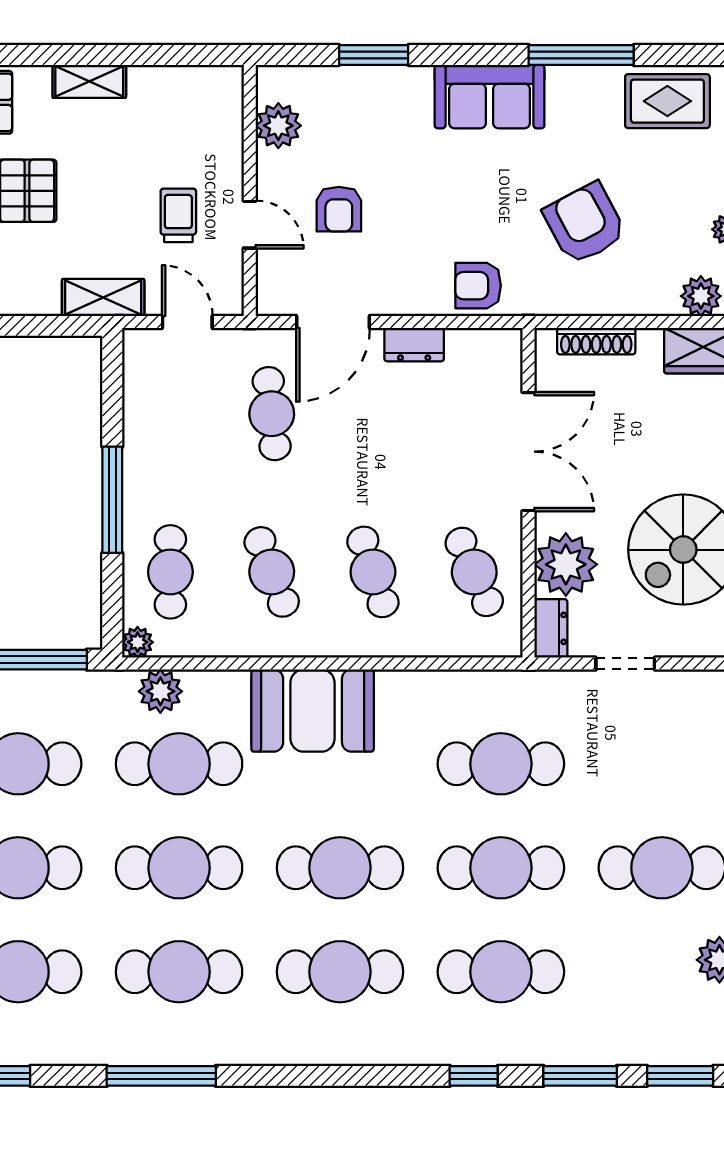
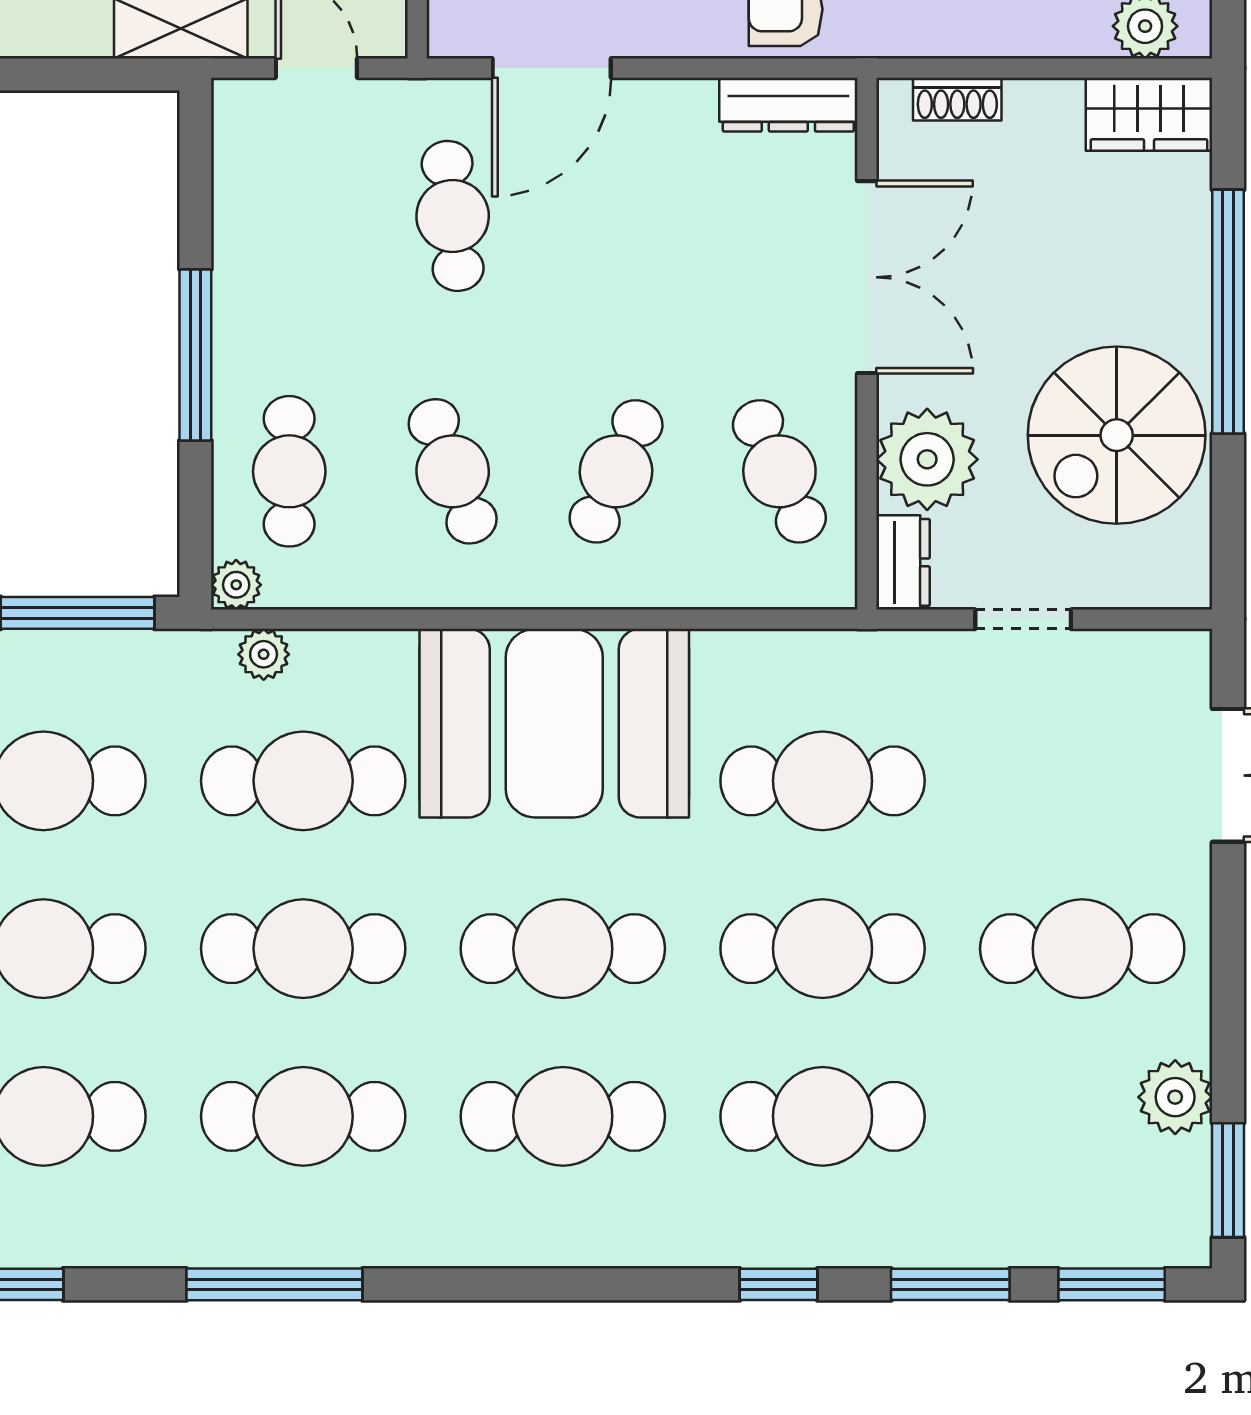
shoe rack: (596, 341) -> (957, 99), width x0.70
dresser: (414, 345) -> (788, 105), moved, width x1.44
cafe table: (373, 572) -> (616, 471), turned 42
plant: (160, 691) -> (264, 654), width x0.73, depth x0.73
booth: (313, 711) -> (554, 723), width x1.36, depth x1.42

